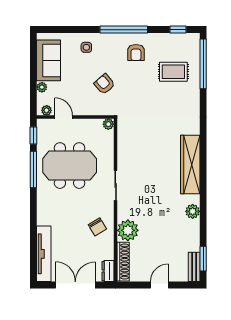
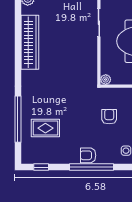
armchair: (136, 52) -> (88, 155), moved, turned -90
window: (203, 64) -> (18, 119), moved
armchair: (104, 84) -> (109, 117), turned -139

